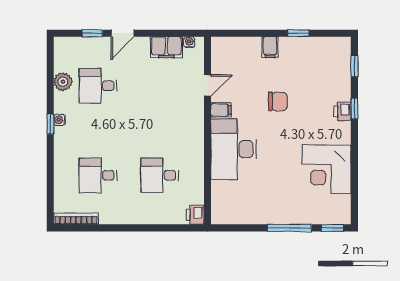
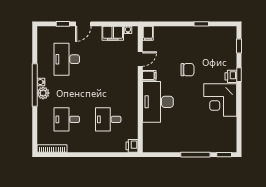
filing cabinet: (270, 47) -> (148, 33), moved
plant: (63, 82) -> (43, 93), moved
desk: (98, 86) -> (67, 59), width x1.37
window: (50, 124) -> (35, 85), width x3.17
corner desk: (327, 169) -> (220, 100), moved

